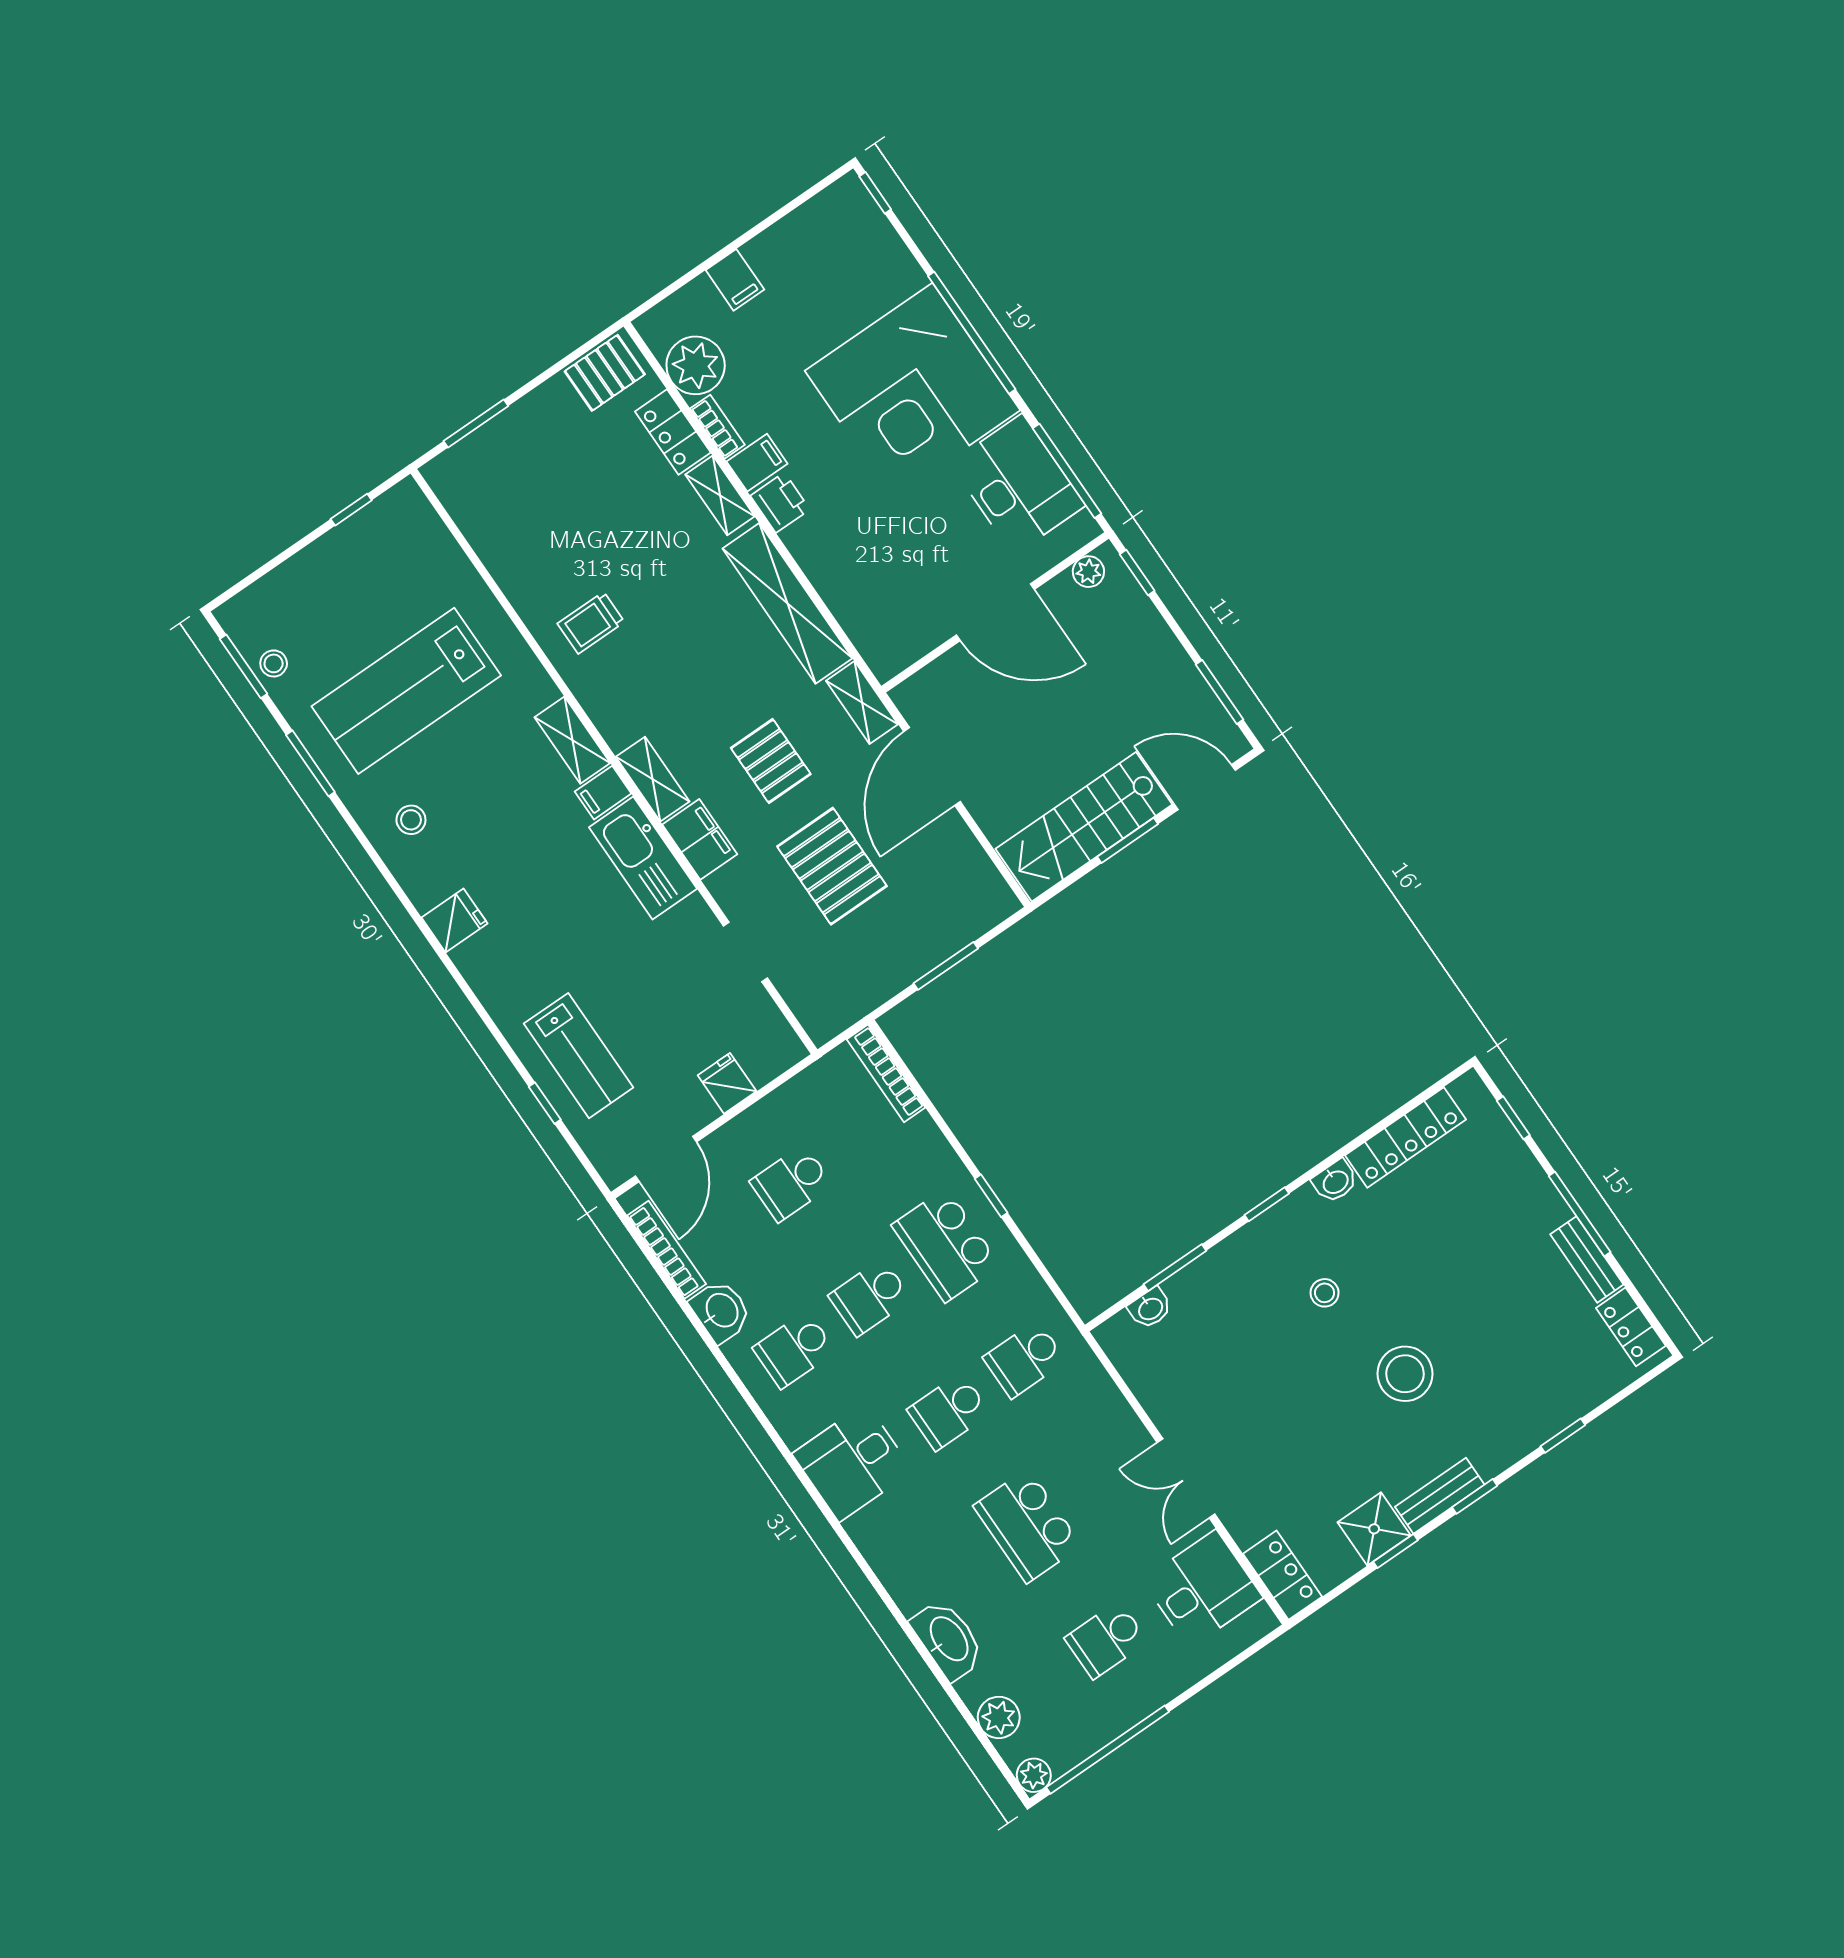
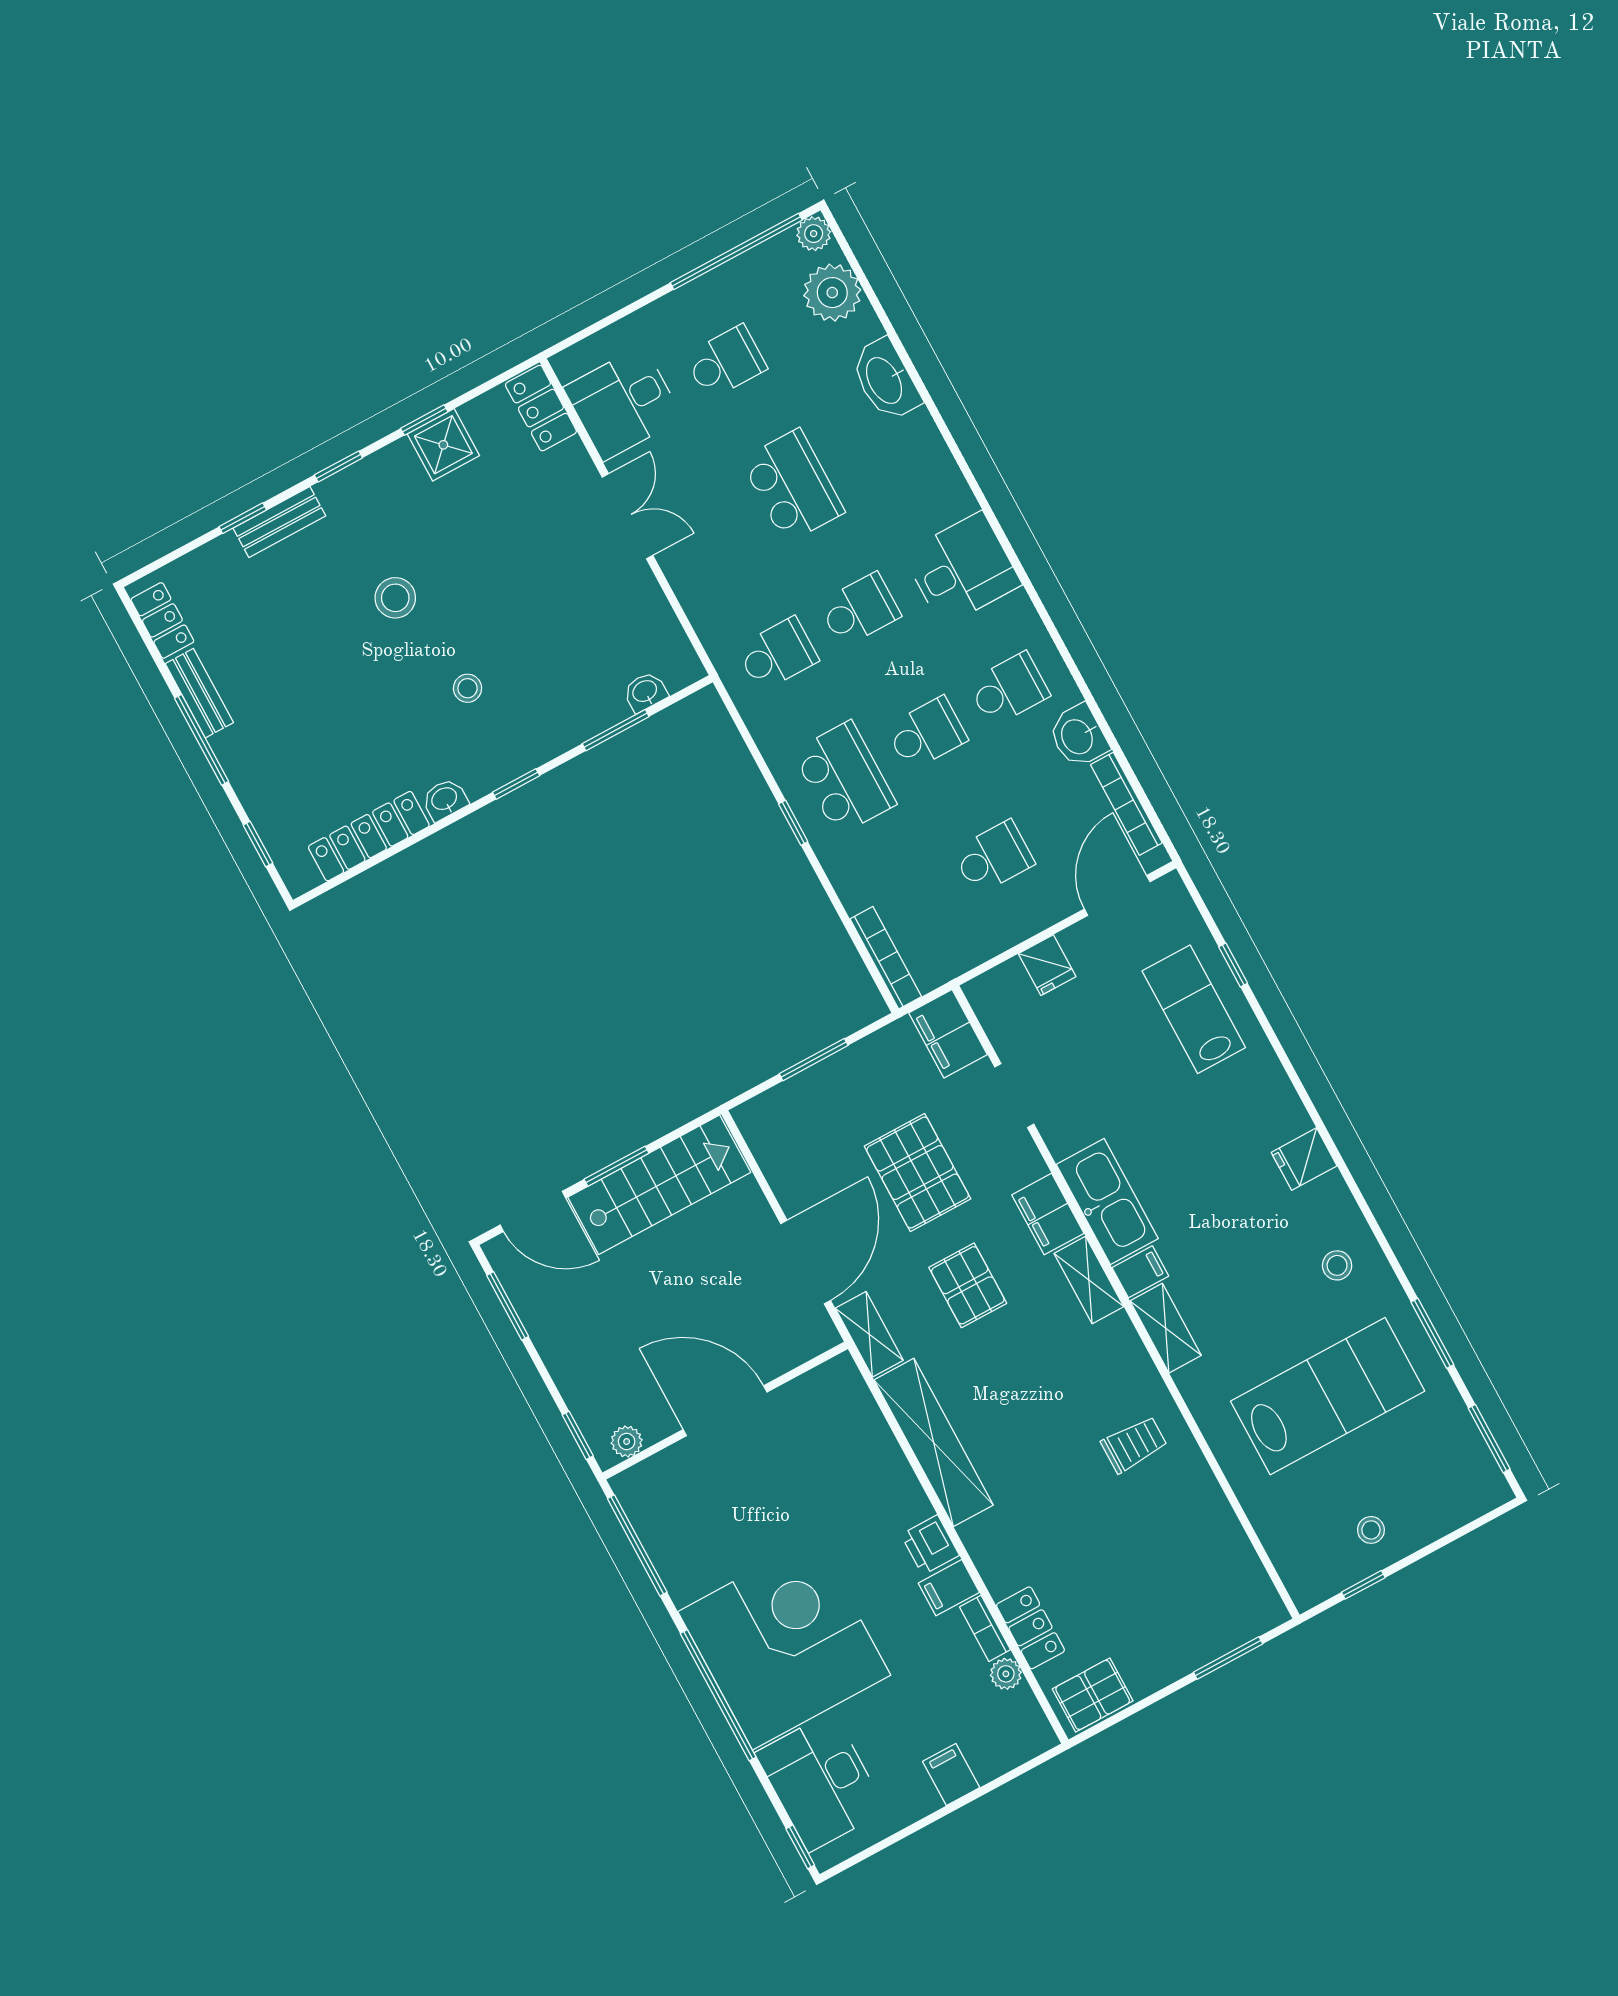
plant: (696, 365) -> (1006, 1674), width x0.53, depth x0.53
desk: (1018, 484) -> (821, 1782), moved
shelving: (720, 495) -> (990, 1559), removed
stool: (274, 663) -> (1371, 1530), moved
filing cabinet: (817, 1006) -> (948, 1034), added
stool: (1405, 1374) -> (395, 598), width x0.73, depth x0.73
bench: (1440, 1496) -> (279, 522), moved
plant: (999, 1717) -> (832, 293), width x1.36, depth x1.36

